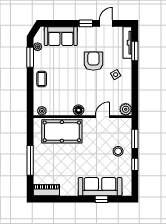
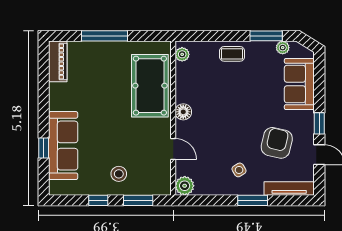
window: (135, 51) -> (253, 200), moved
armchair: (93, 61) -> (277, 143), moved, turned -77

